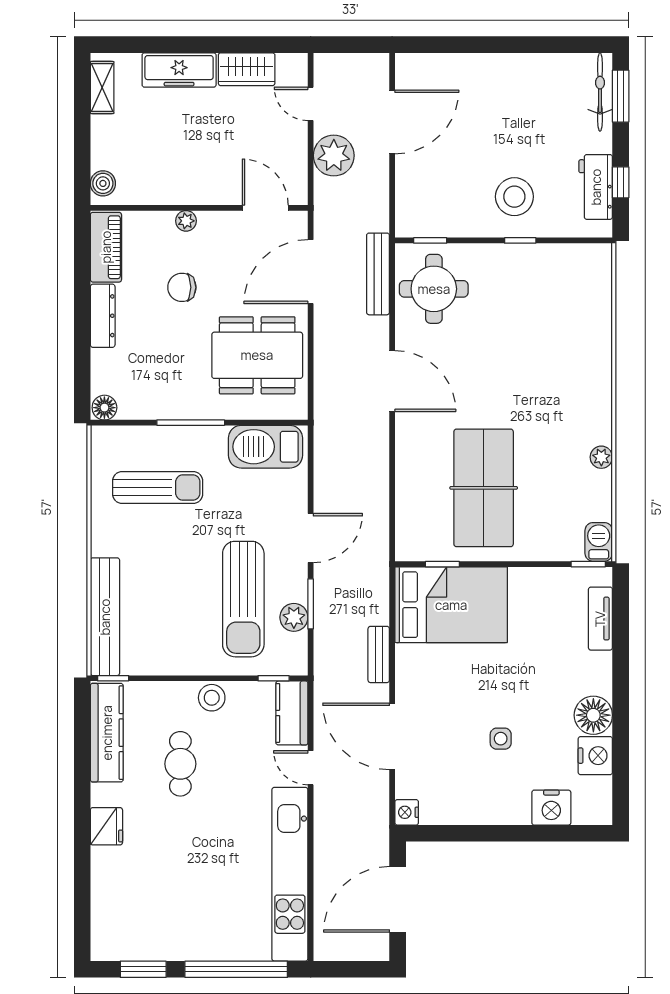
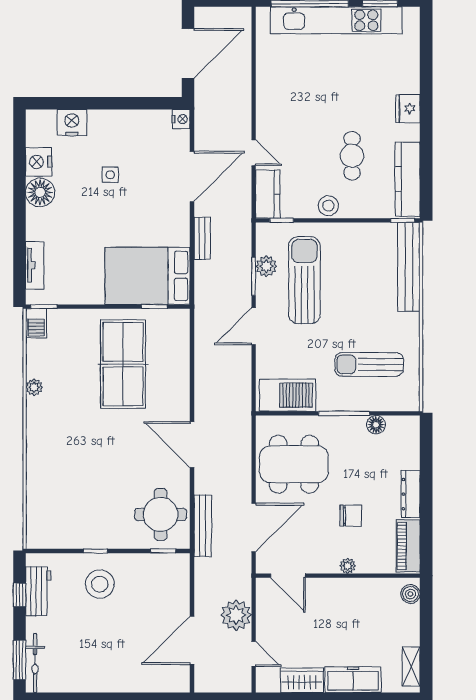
floor lamp: (104, 408) -> (376, 425), moved
door: (392, 736) -> (192, 176), hinge flipped
kitchen unit: (290, 874) -> (336, 20), moved, turned 90

